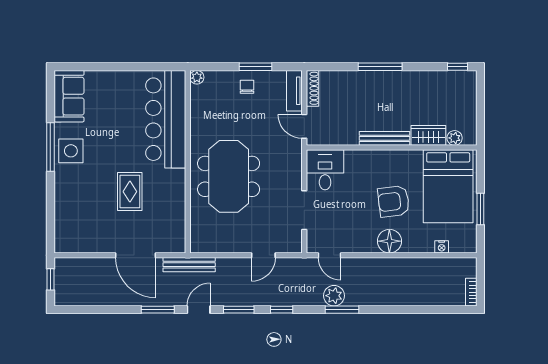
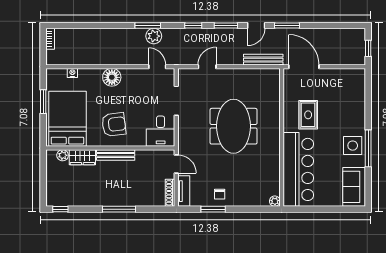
plant: (197, 77) -> (275, 201), moved
bar counter: (166, 119) -> (298, 169), moved
wall: (188, 162) -> (282, 137), moved
armchair: (394, 201) -> (114, 124), moved

